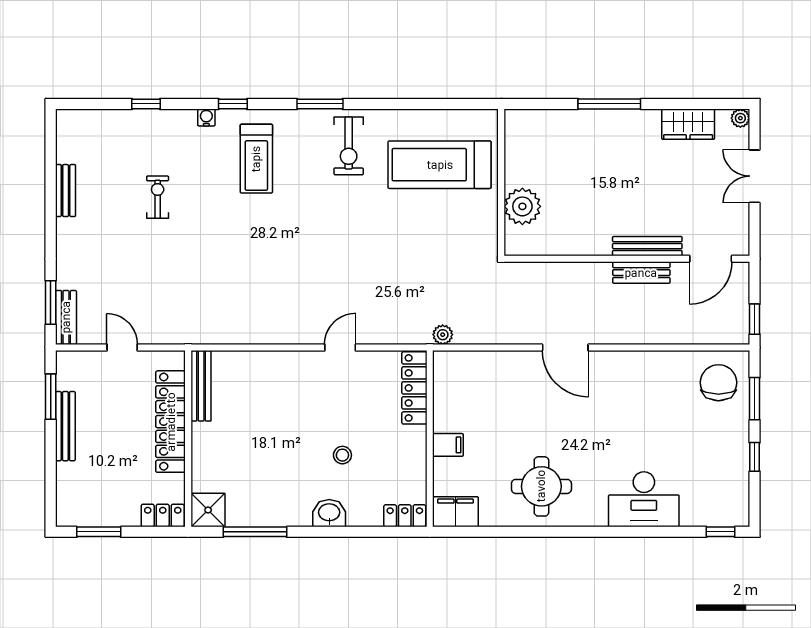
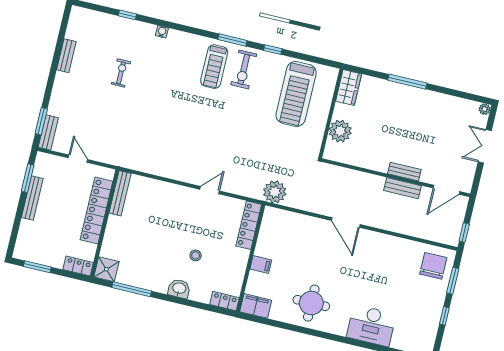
window: (233, 104) -> (273, 50), moved
wardrobe: (688, 124) -> (349, 88), moved, turned -90
treadmill: (256, 159) -> (214, 67), moved
treadmill: (440, 165) -> (296, 94), turned -90
bench: (647, 246) -> (404, 172), width x0.73
plant: (443, 335) -> (275, 192), width x1.88, depth x1.88

